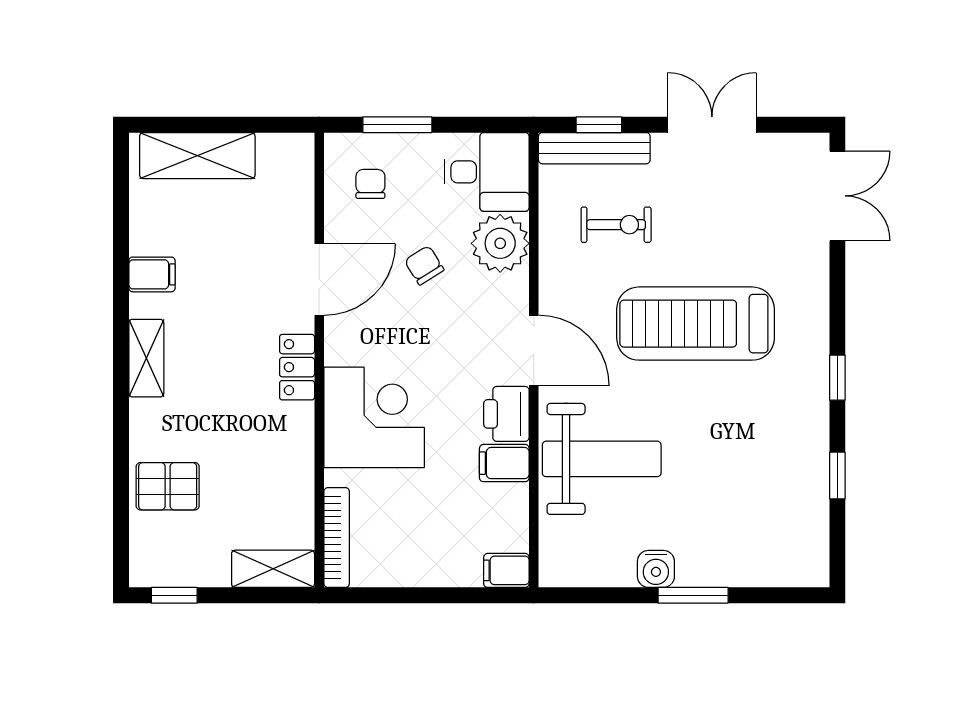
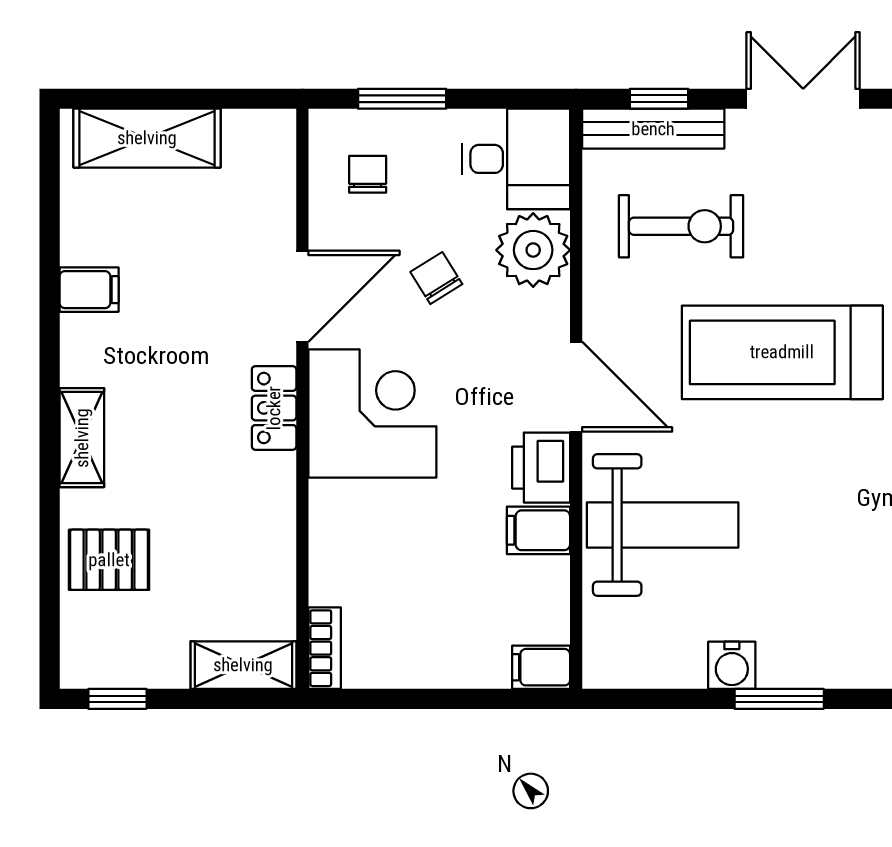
exercise bike: (616, 225) -> (681, 226), width x1.38, depth x1.39
shelving: (146, 358) -> (82, 438), moved
corner desk: (374, 417) -> (372, 413), moved
bookcase: (337, 538) -> (325, 648), width x0.64

